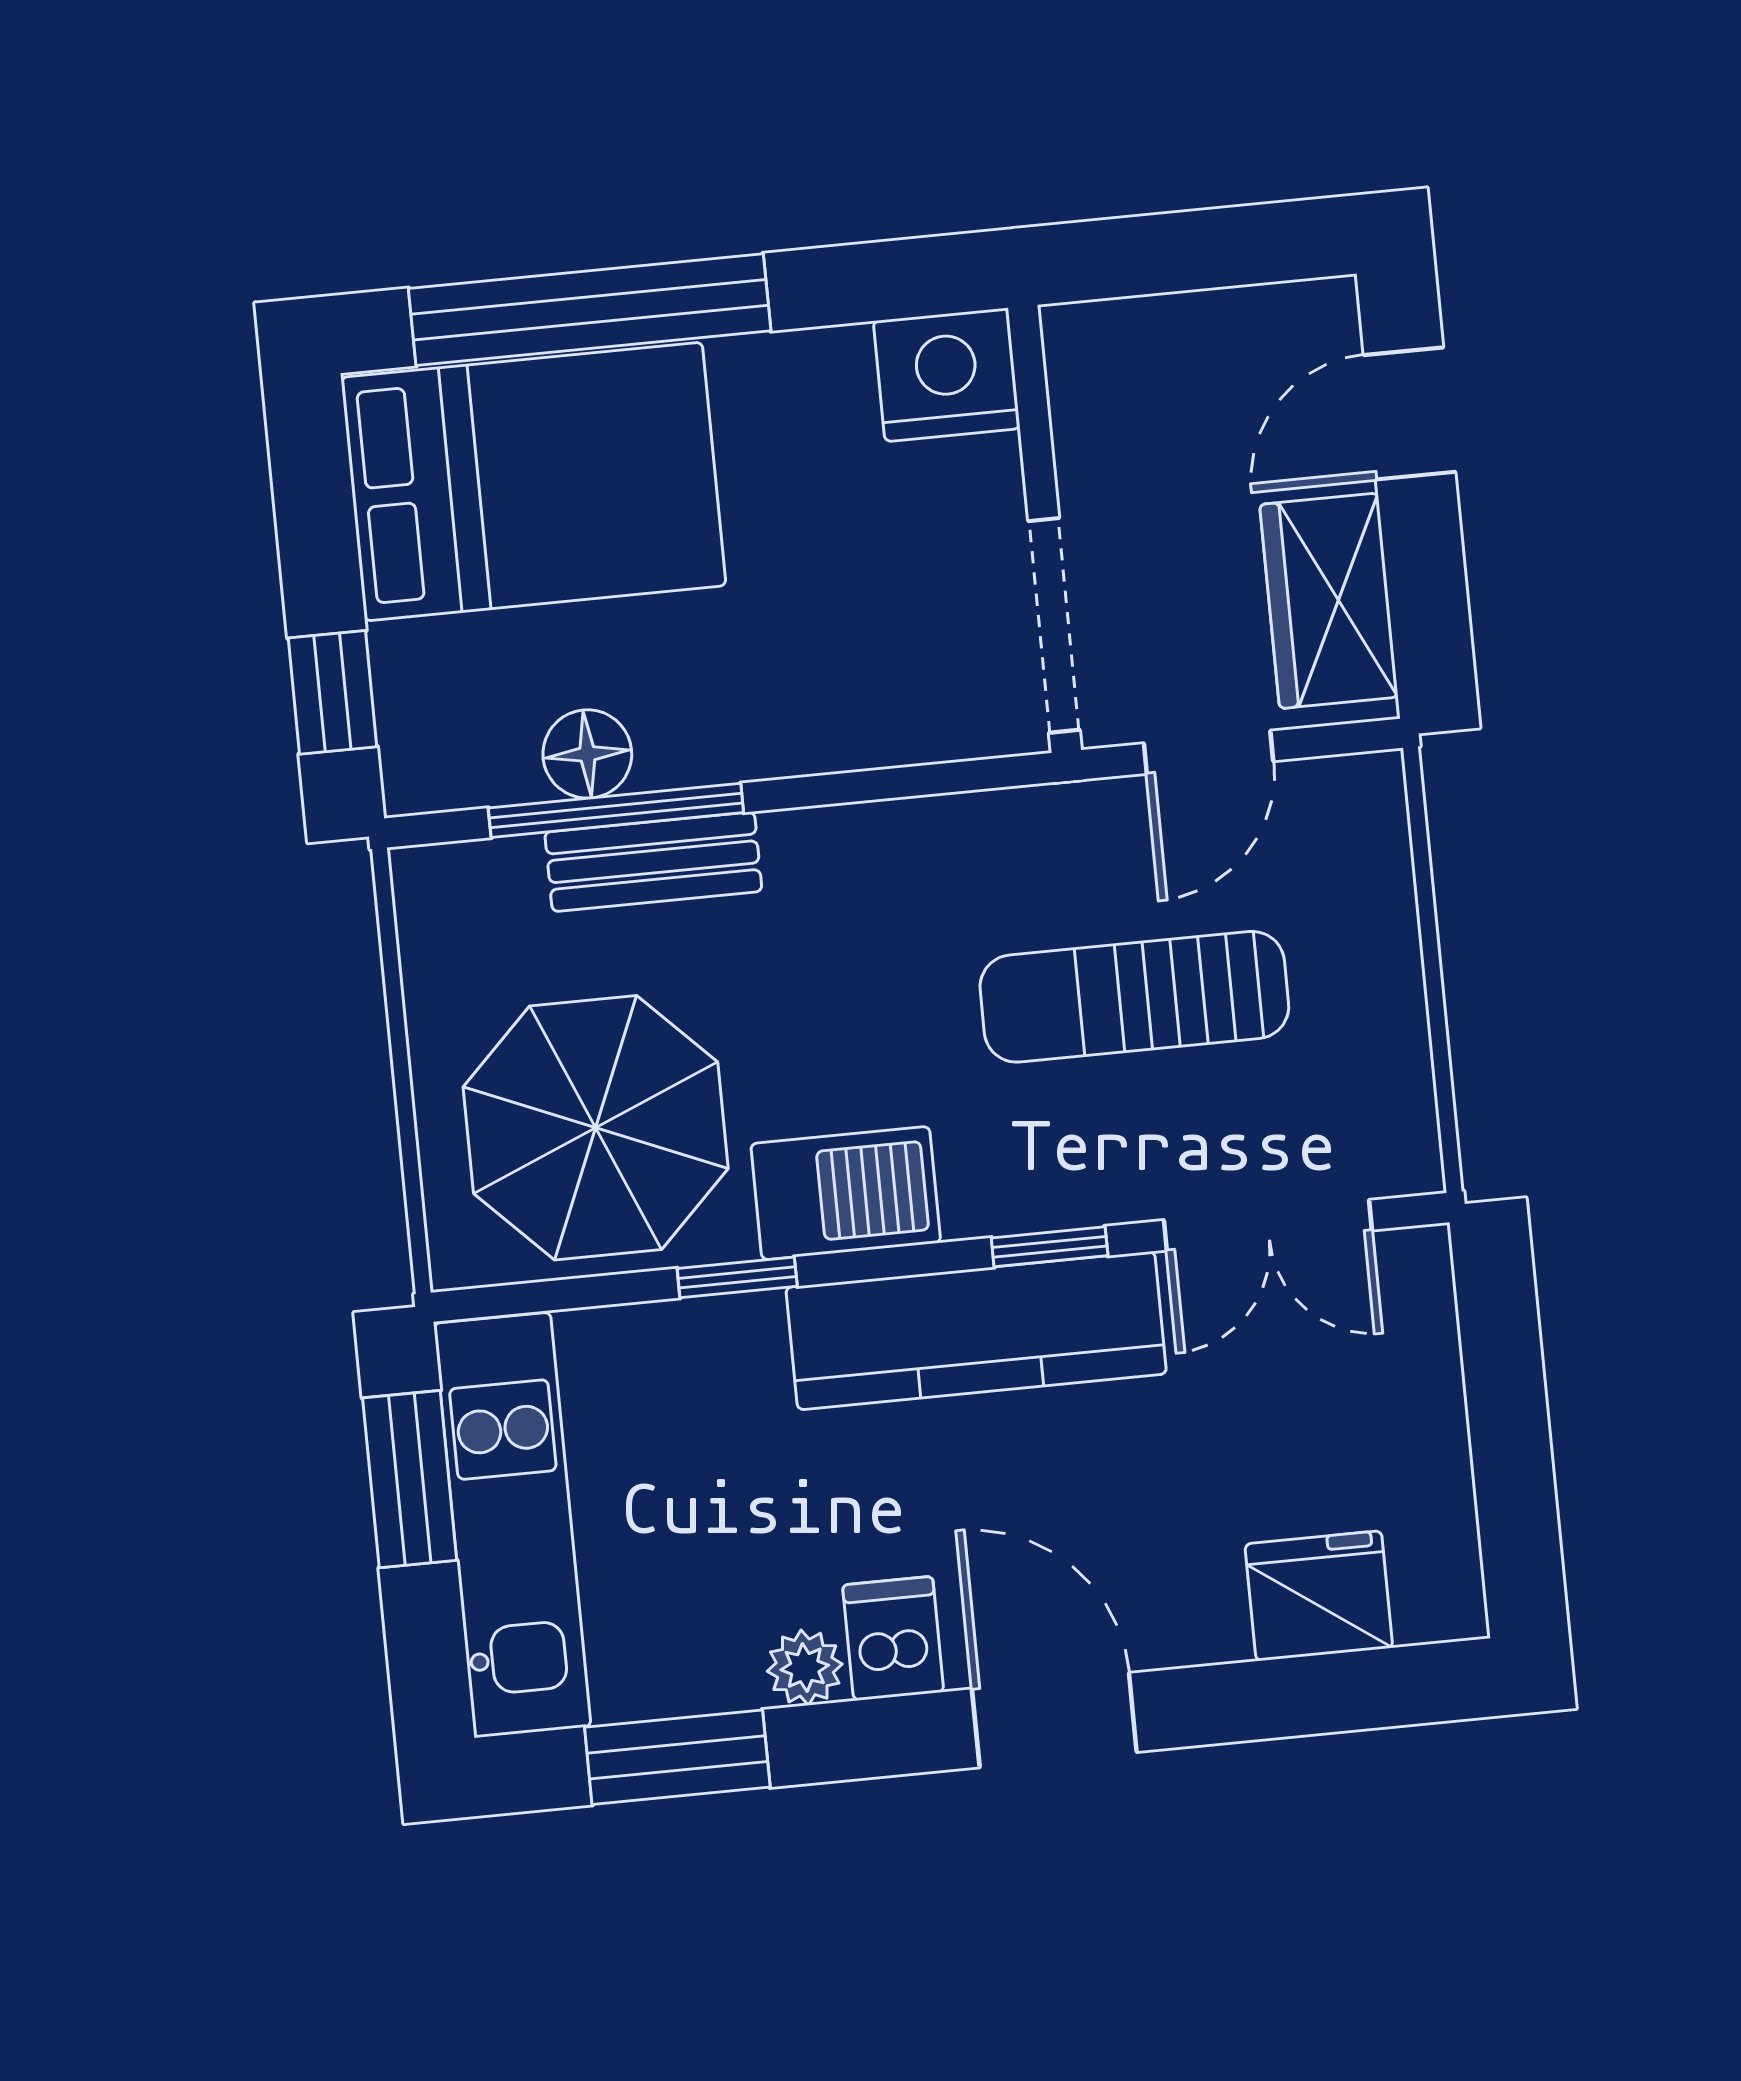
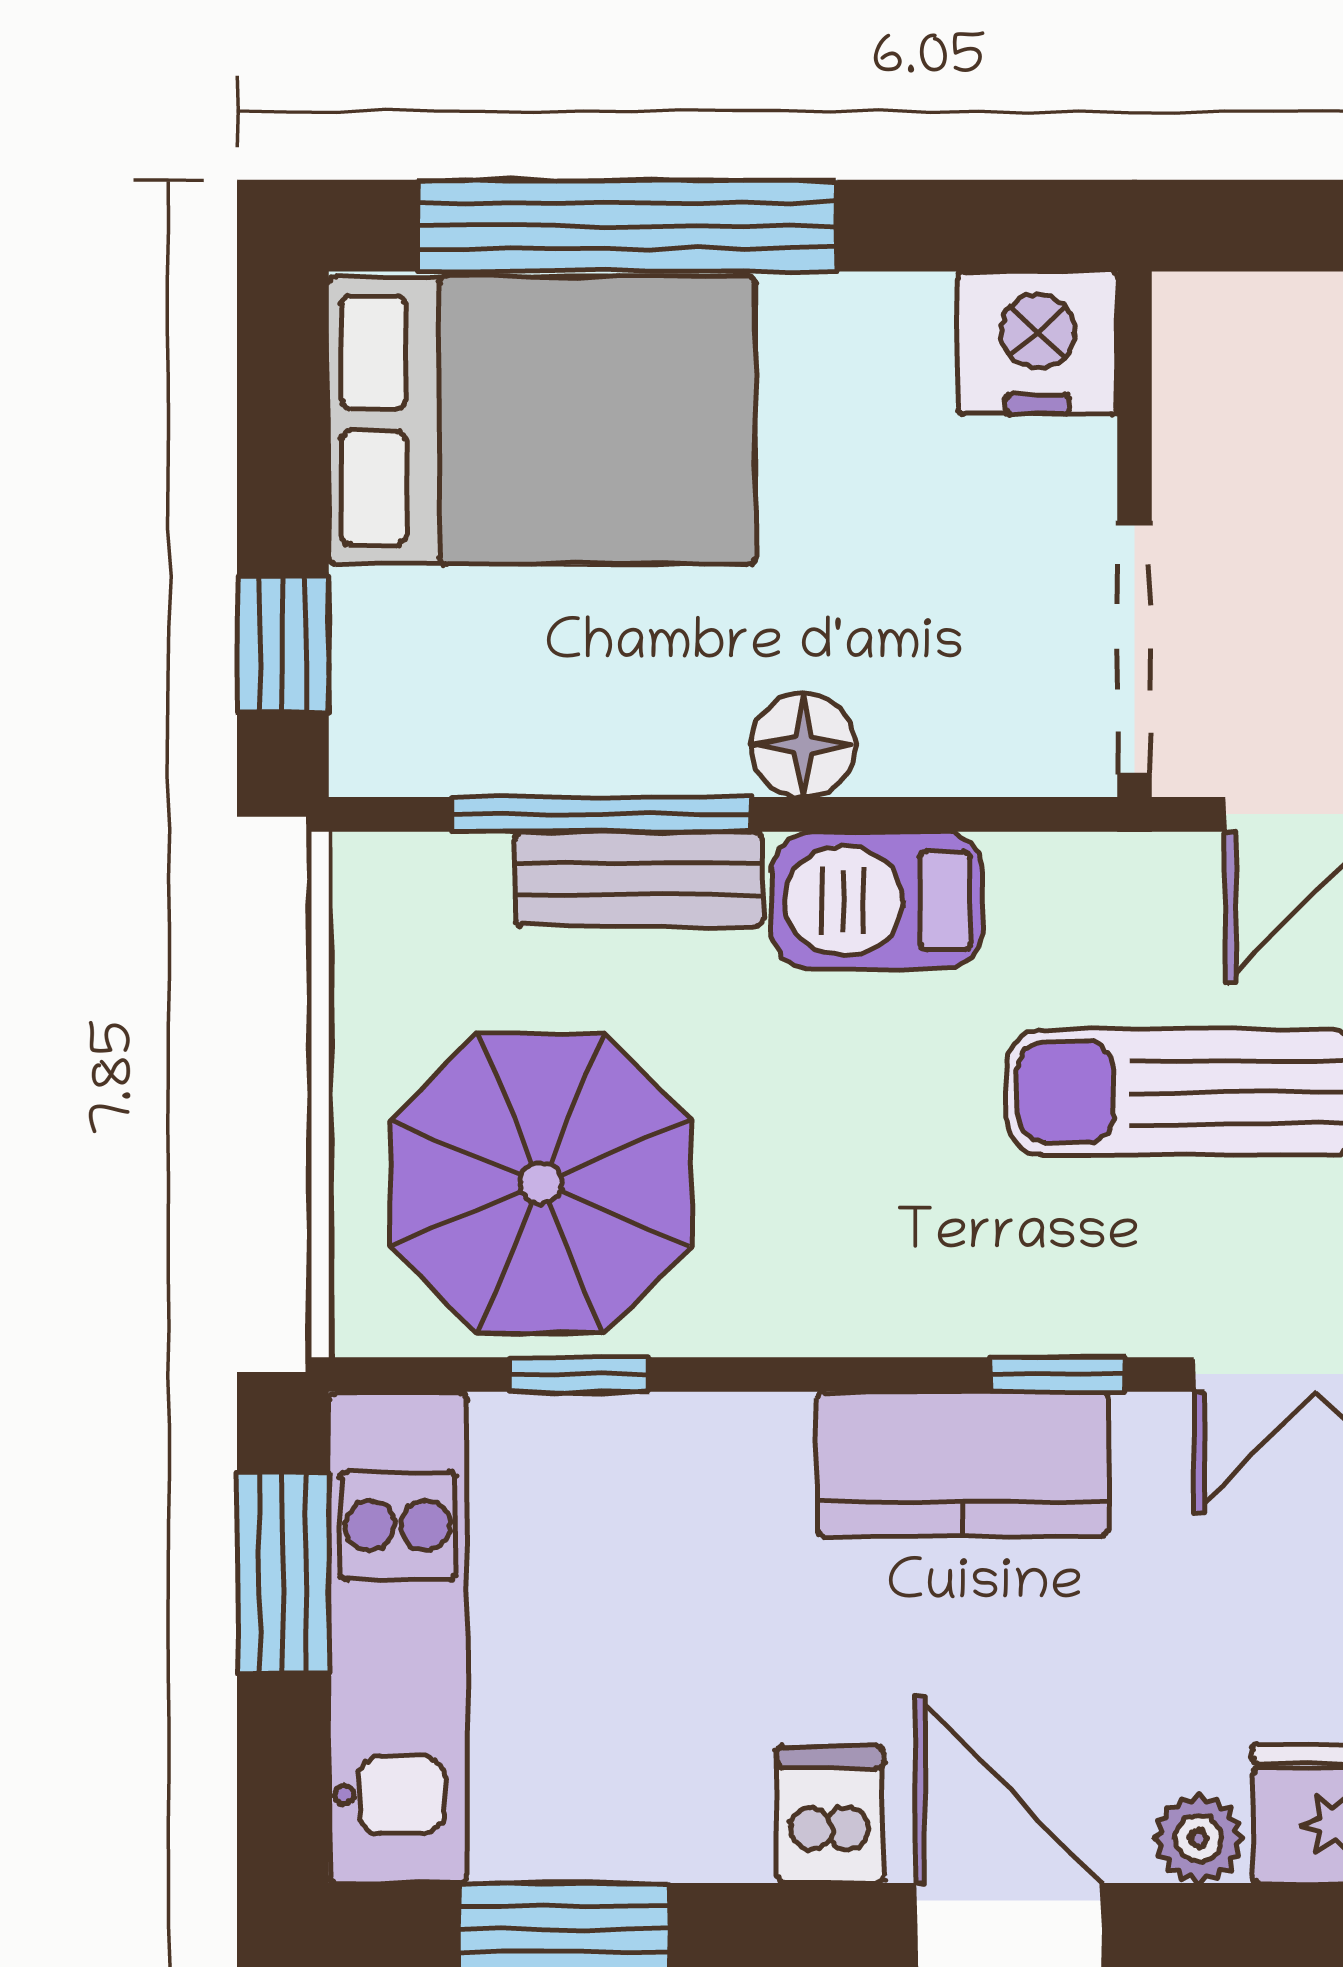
floor lamp: (587, 754) -> (803, 745), moved
barbecue: (846, 1193) -> (877, 900), moved, turned 180
window: (737, 1277) -> (579, 1374), moved
kitchen counter: (976, 1331) -> (963, 1464), width x0.67
plant: (805, 1668) -> (1199, 1839), moved

